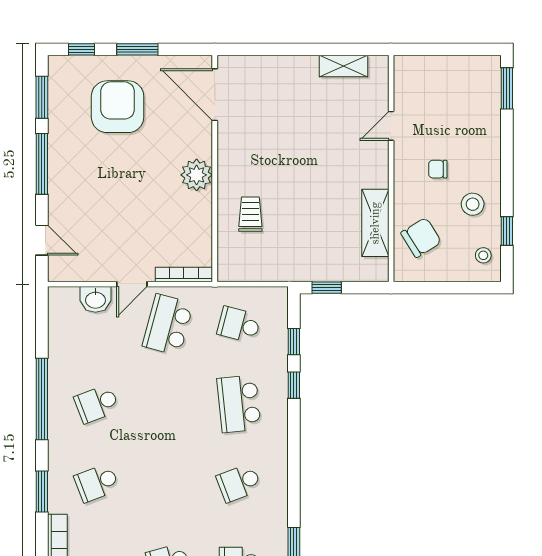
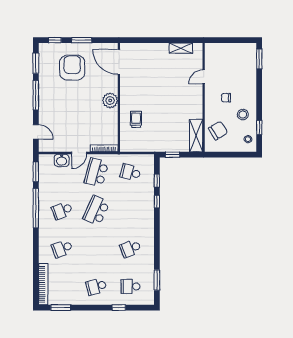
shelving: (375, 223) -> (196, 136), moved
school desk: (239, 404) -> (96, 210), moved, turned 30
window: (42, 492) -> (36, 172), moved

